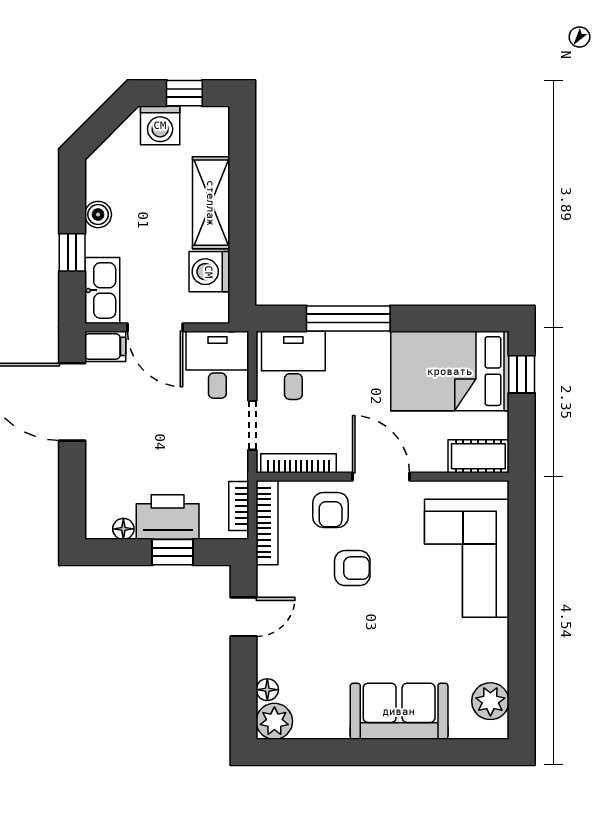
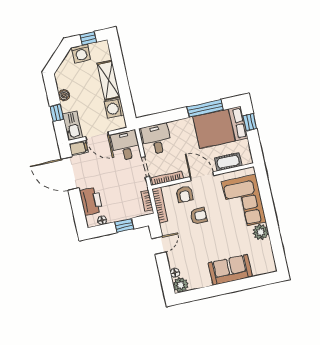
window: (348, 319) -> (205, 108), moved
cot: (478, 456) -> (228, 162), moved
printer: (168, 517) -> (91, 201), moved, turned 90
plant: (490, 701) -> (261, 232), moved

